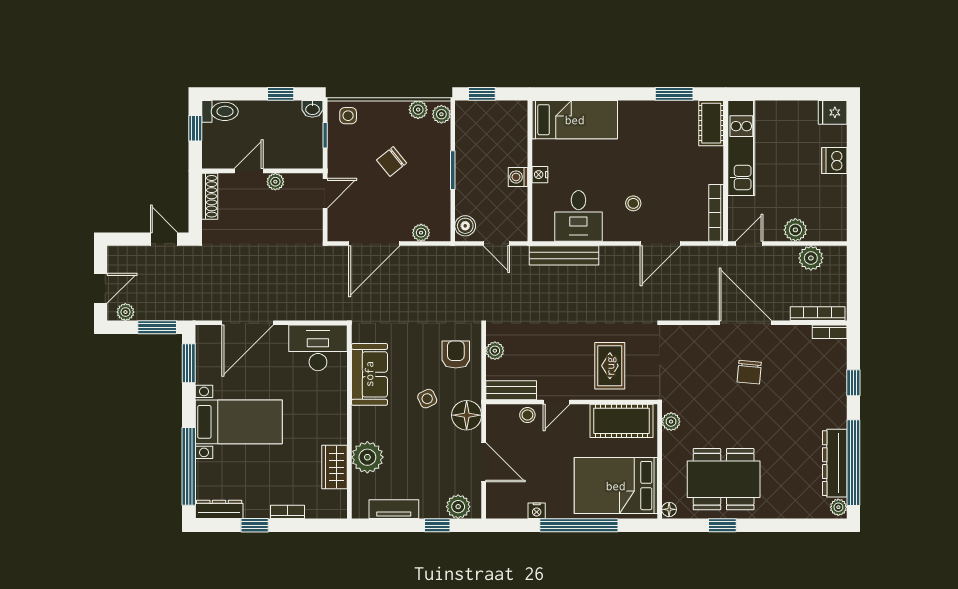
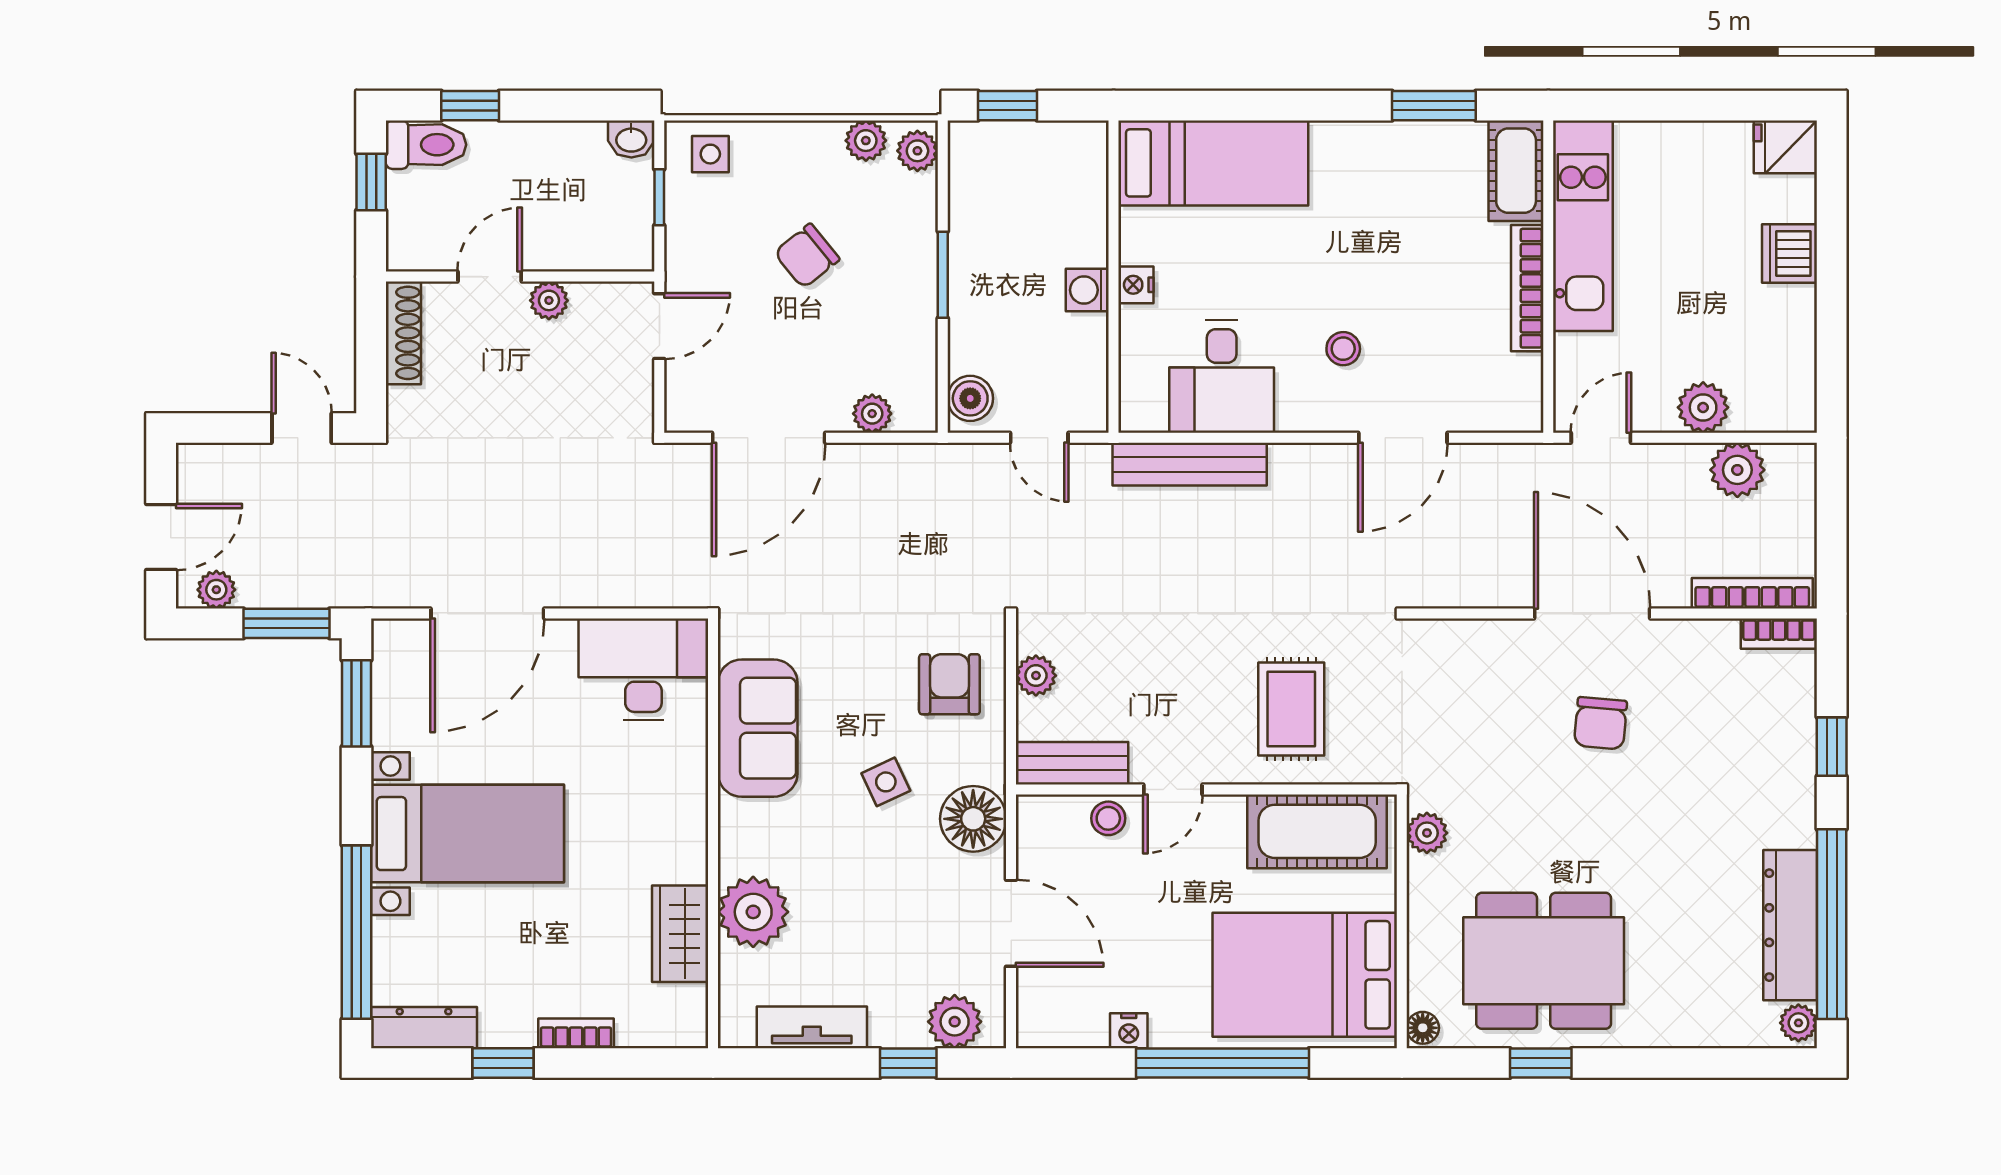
window: (281, 94) -> (470, 106), moved
bookcase: (716, 213) -> (1527, 288), moved

